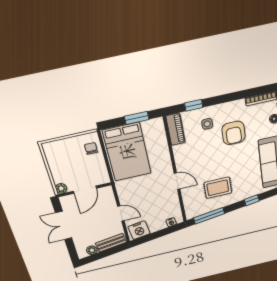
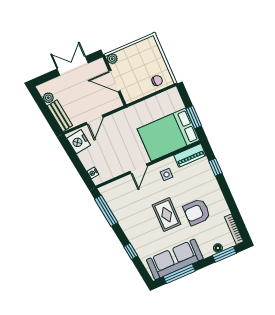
side table: (207, 124) -> (166, 175), moved
bed: (127, 152) -> (168, 135), moved
rug: (218, 188) -> (167, 215), moved

